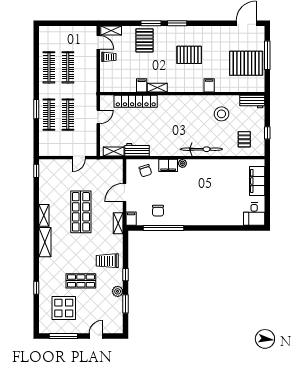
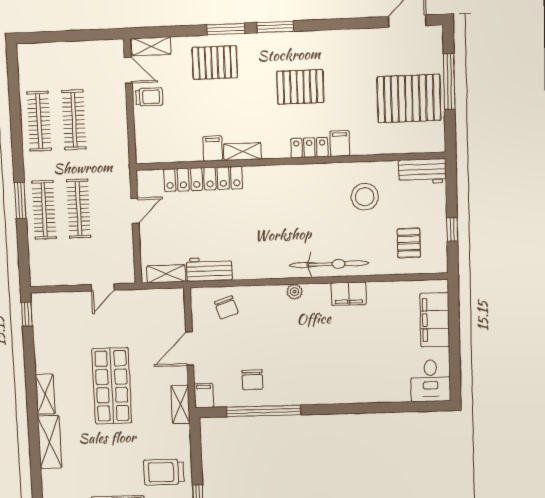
pallet: (144, 40) -> (215, 63), turned 90
locker: (193, 87) -> (309, 148), added
filing cabinet: (168, 165) -> (349, 294), moved

